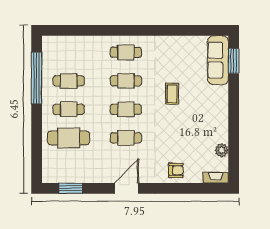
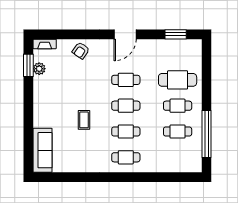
window: (234, 61) -> (28, 65), moved
armchair: (176, 170) -> (81, 51), turned -55

